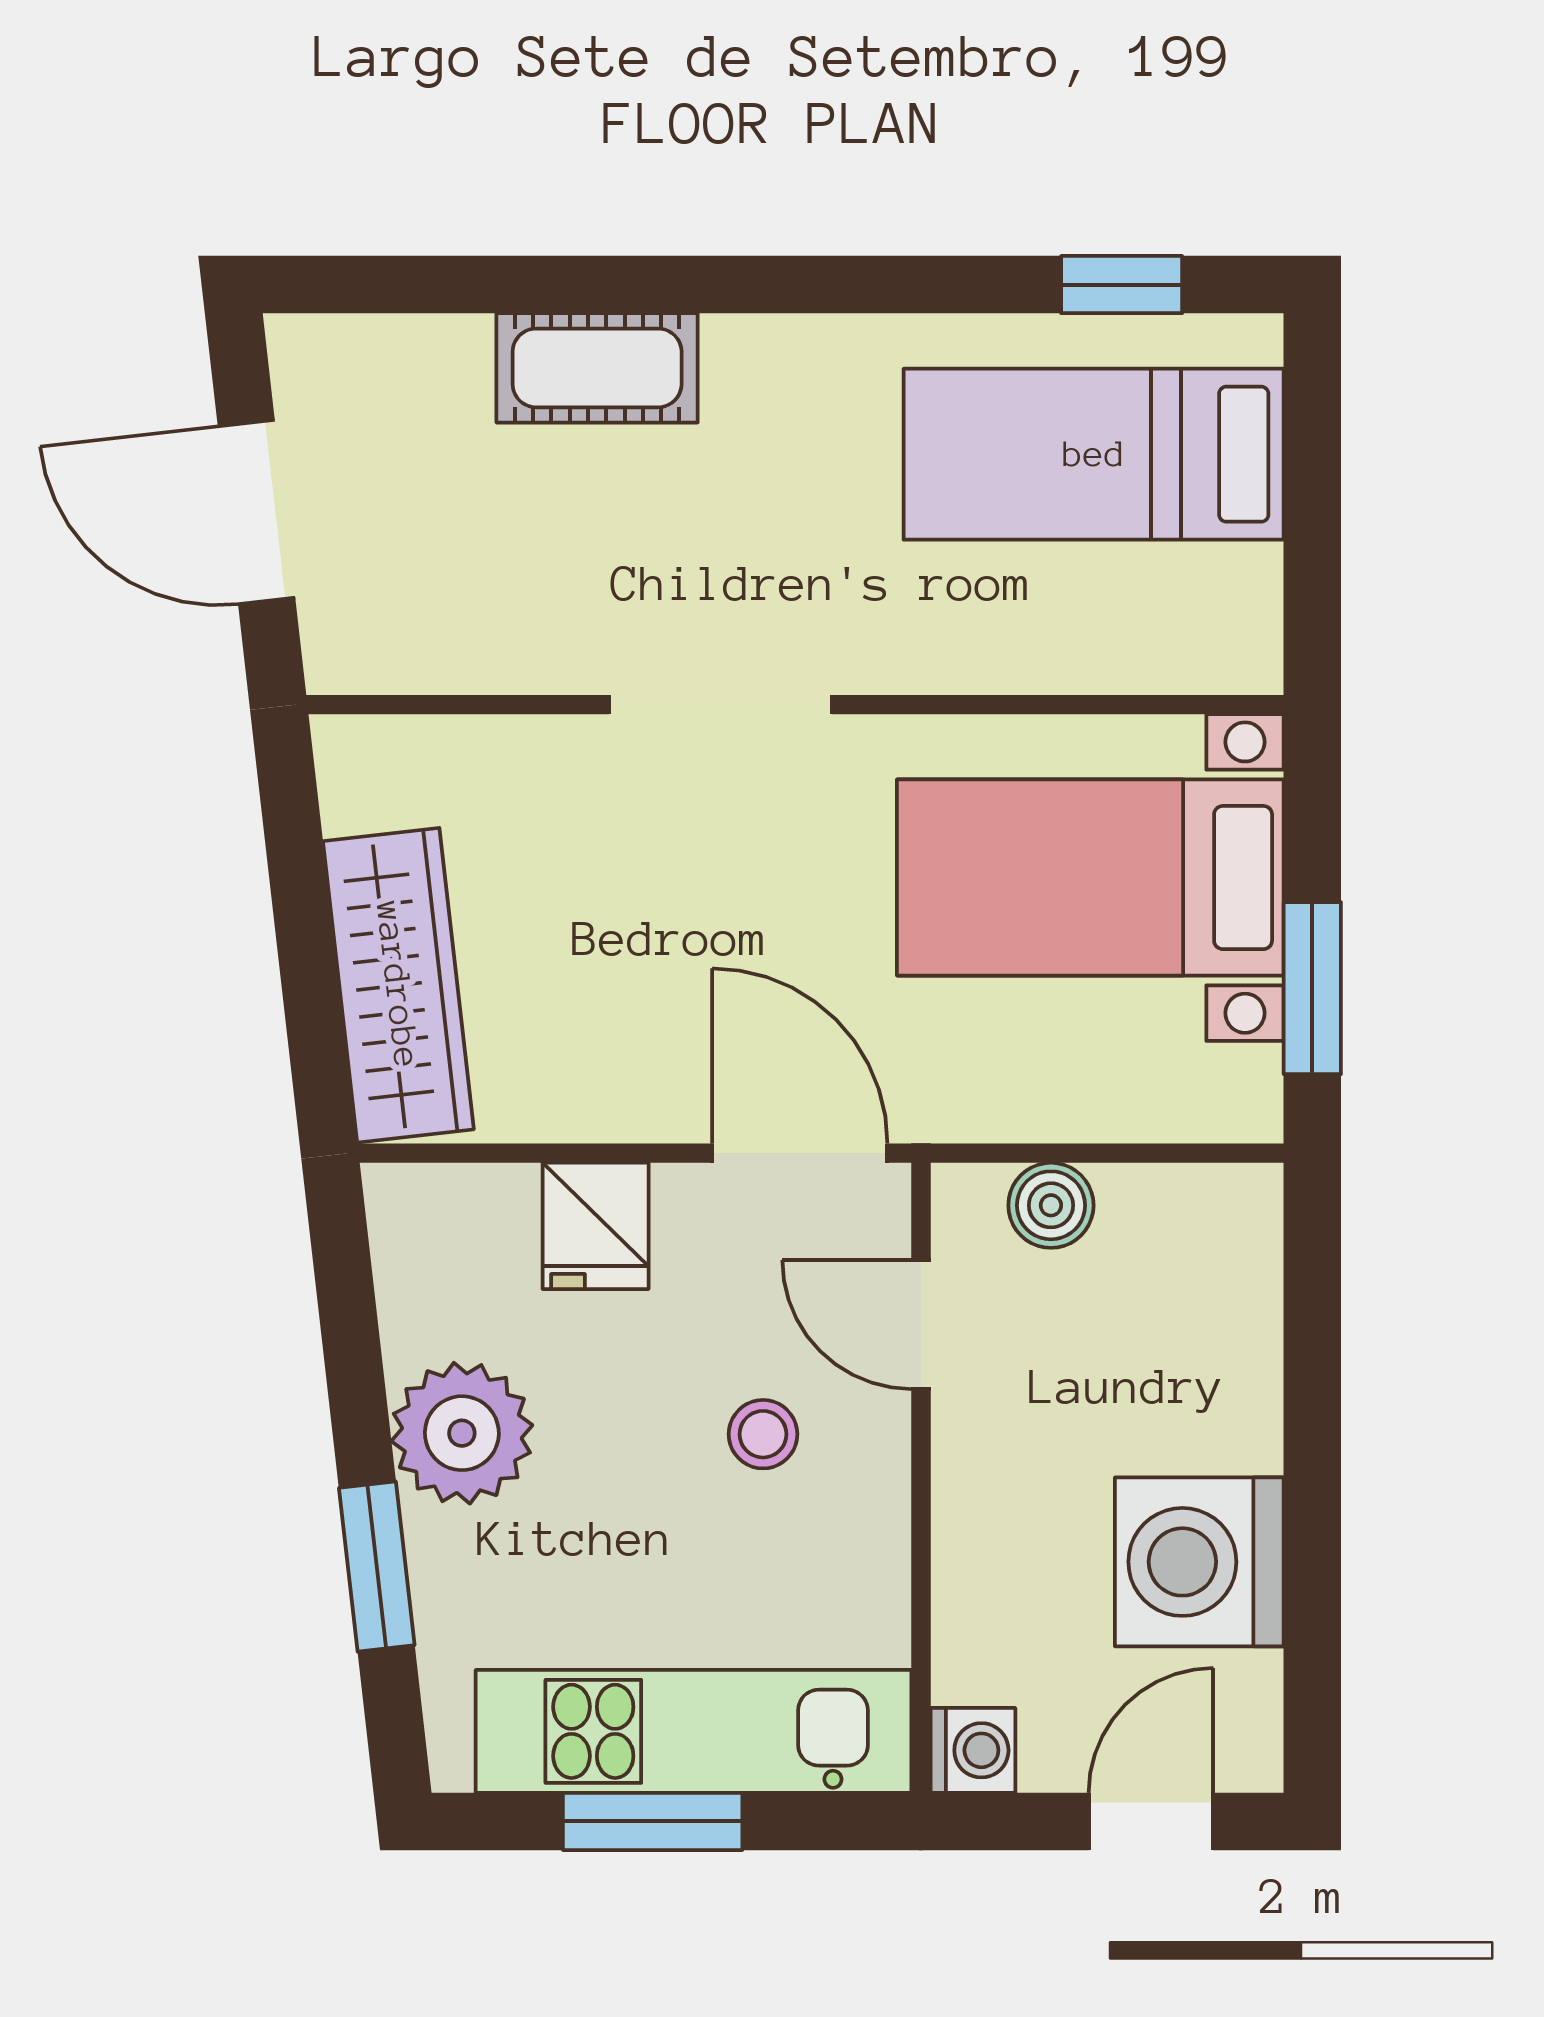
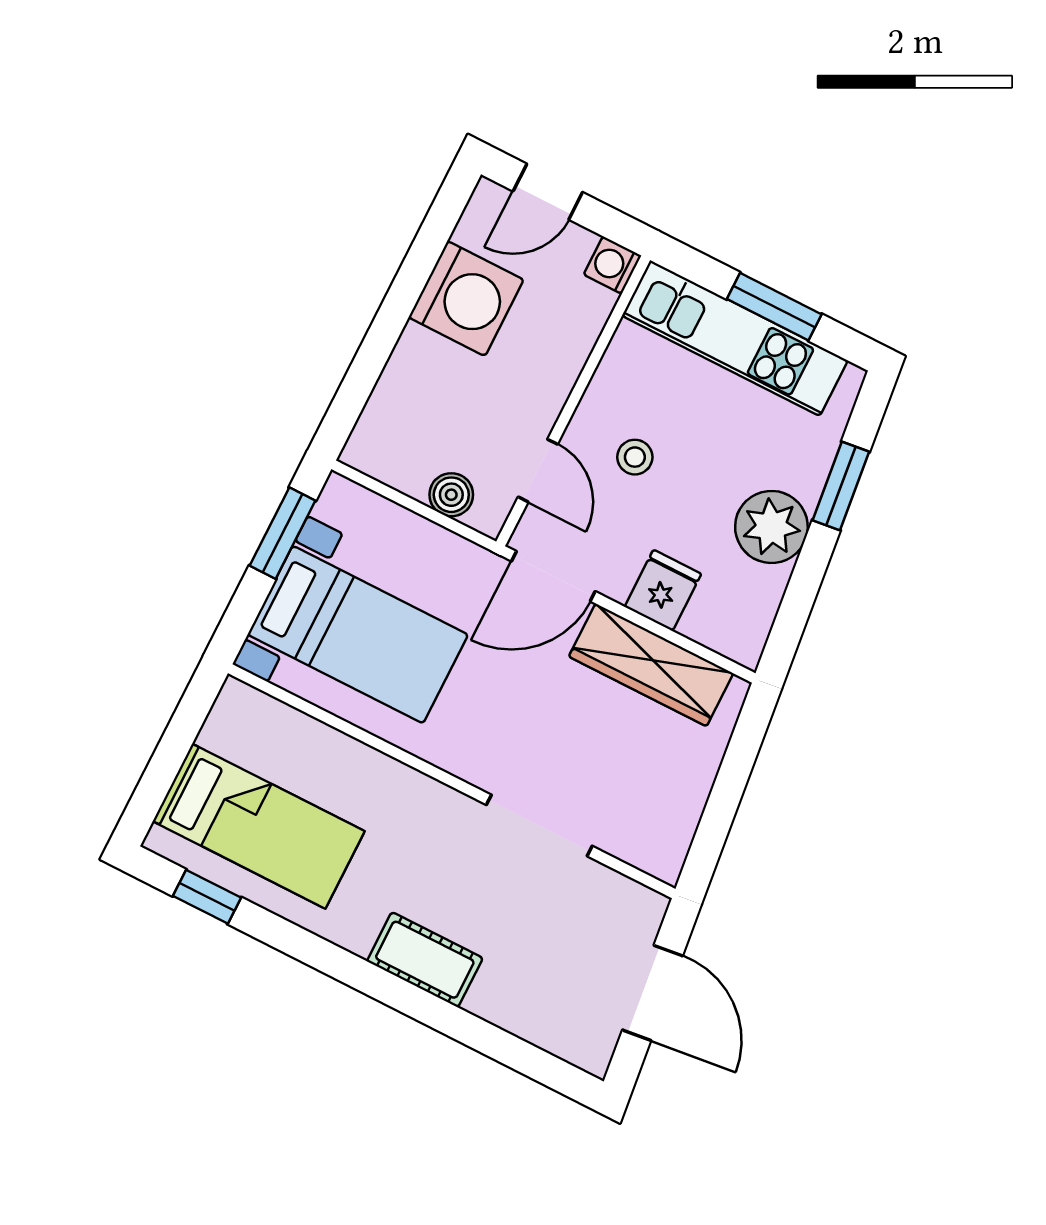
cot: (597, 368) -> (425, 960), moved
doorway: (721, 705) -> (539, 825), moved
wardrobe: (398, 985) -> (651, 665), moved, turned -83
door: (800, 1153) -> (553, 576), hinge flipped

